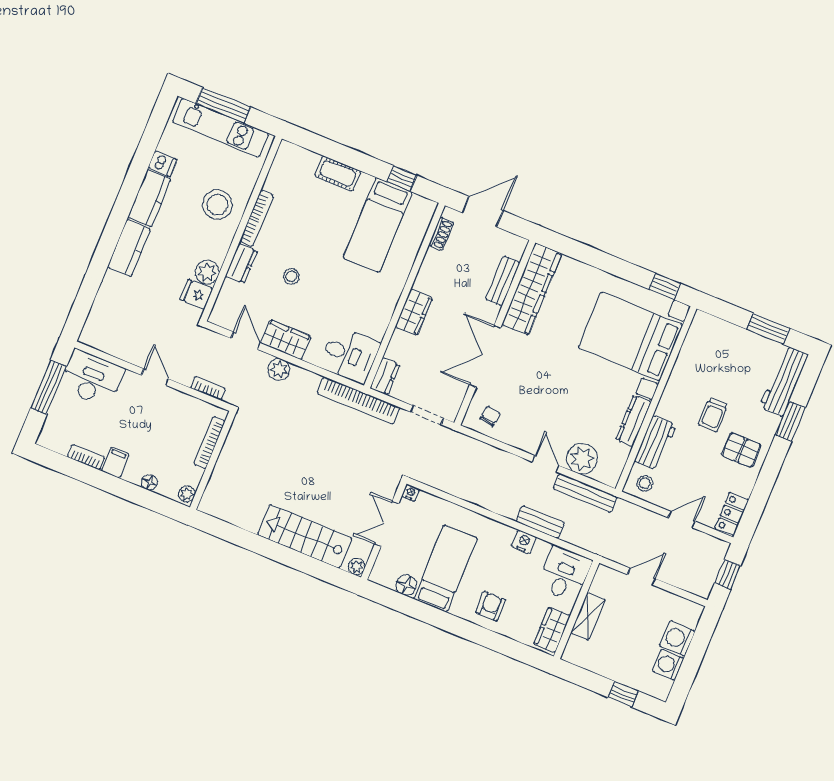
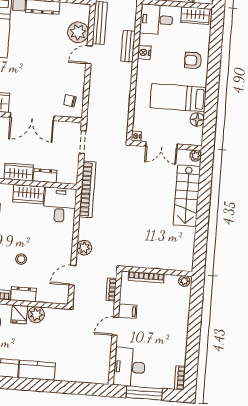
fridge: (196, 294) -> (19, 314), moved
wardrobe: (286, 340) -> (28, 194), moved, turned -90
dresser: (385, 376) -> (45, 176), moved
bookcase: (86, 457) -> (180, 378), moved
filing cabinet: (115, 462) -> (128, 311), moved, turned 180
floor lamp: (149, 482) -> (185, 308), removed

